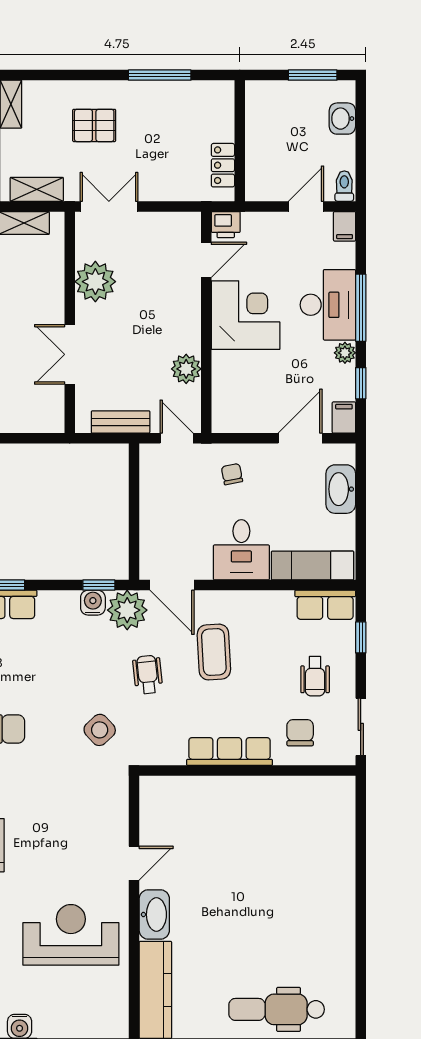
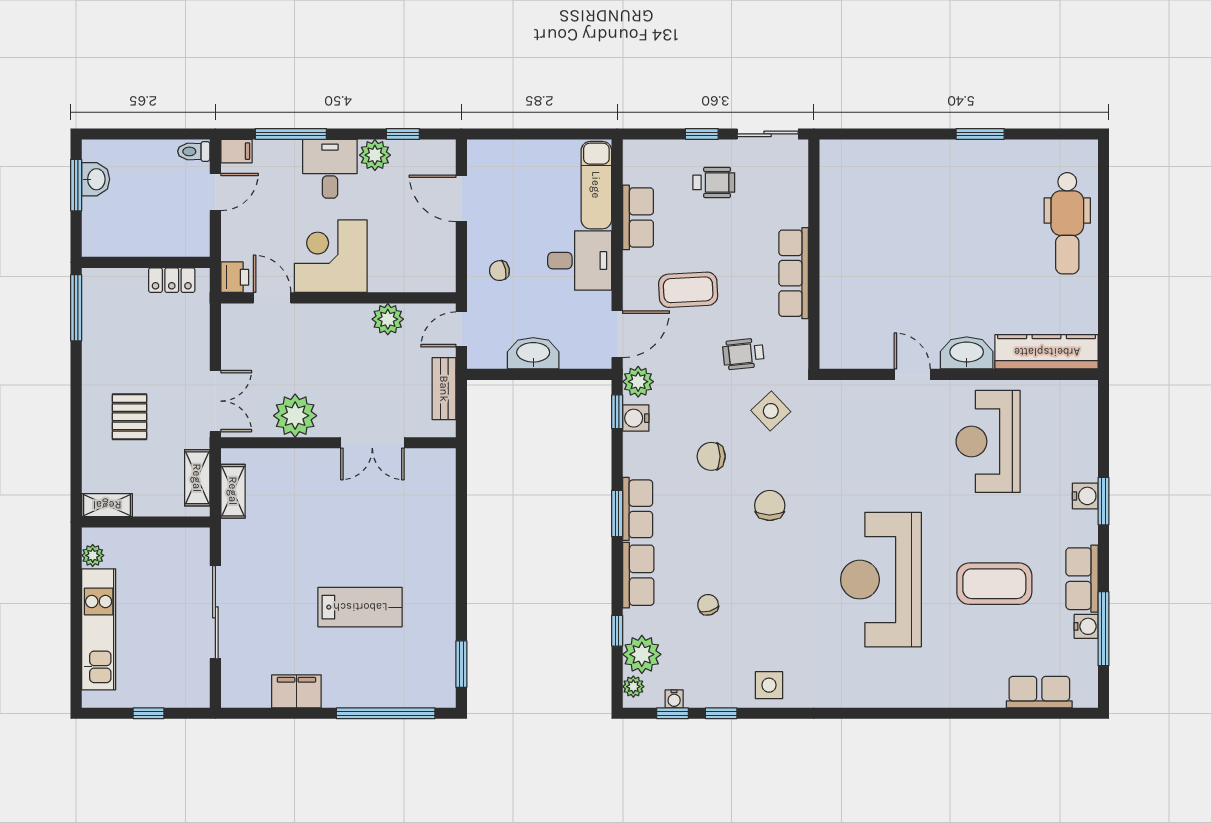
window: (160, 75) -> (76, 308), moved
washbasin: (342, 119) -> (96, 179), moved, turned -90
double door: (109, 206) -> (215, 401), swing flipped
door: (306, 206) -> (215, 192), swing flipped
desk: (328, 305) -> (330, 169), width x0.73
window: (361, 308) -> (291, 134), moved
plant: (345, 353) -> (375, 155), width x1.38, depth x1.38
filing cabinet: (344, 418) -> (439, 152), removed
washbasin: (341, 489) -> (533, 353), moved, turned 180
row of seats: (325, 605) -> (638, 217), moved
plant: (127, 610) -> (638, 382), width x0.73, depth x0.73
window: (361, 637) -> (702, 134), moved
wheelchair: (148, 675) -> (743, 354), moved
chair: (300, 733) -> (711, 456), moved
window: (361, 927) -> (980, 134), added

